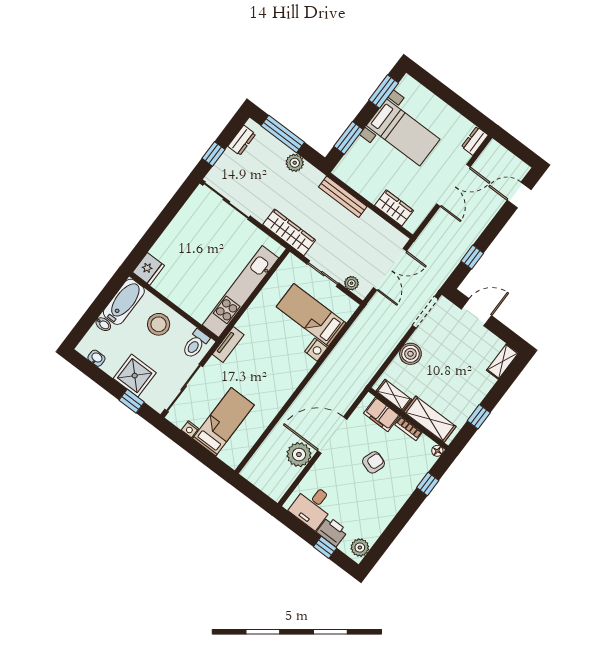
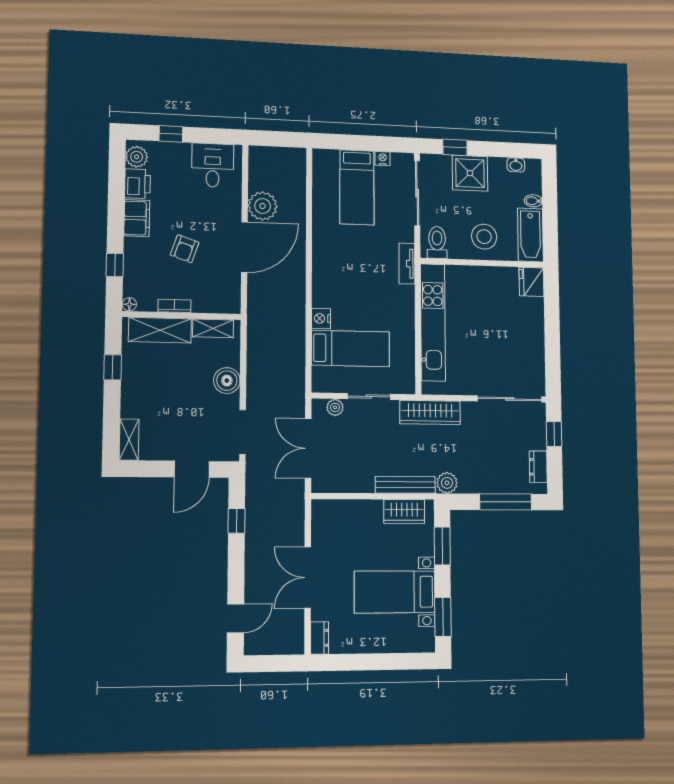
plant: (295, 163) -> (447, 483), moved
wardrobe: (394, 208) -> (404, 511), moved
filing cabinet: (382, 414) -> (137, 218), moved, turned 90
printer: (332, 531) -> (138, 184), moved, turned -90

